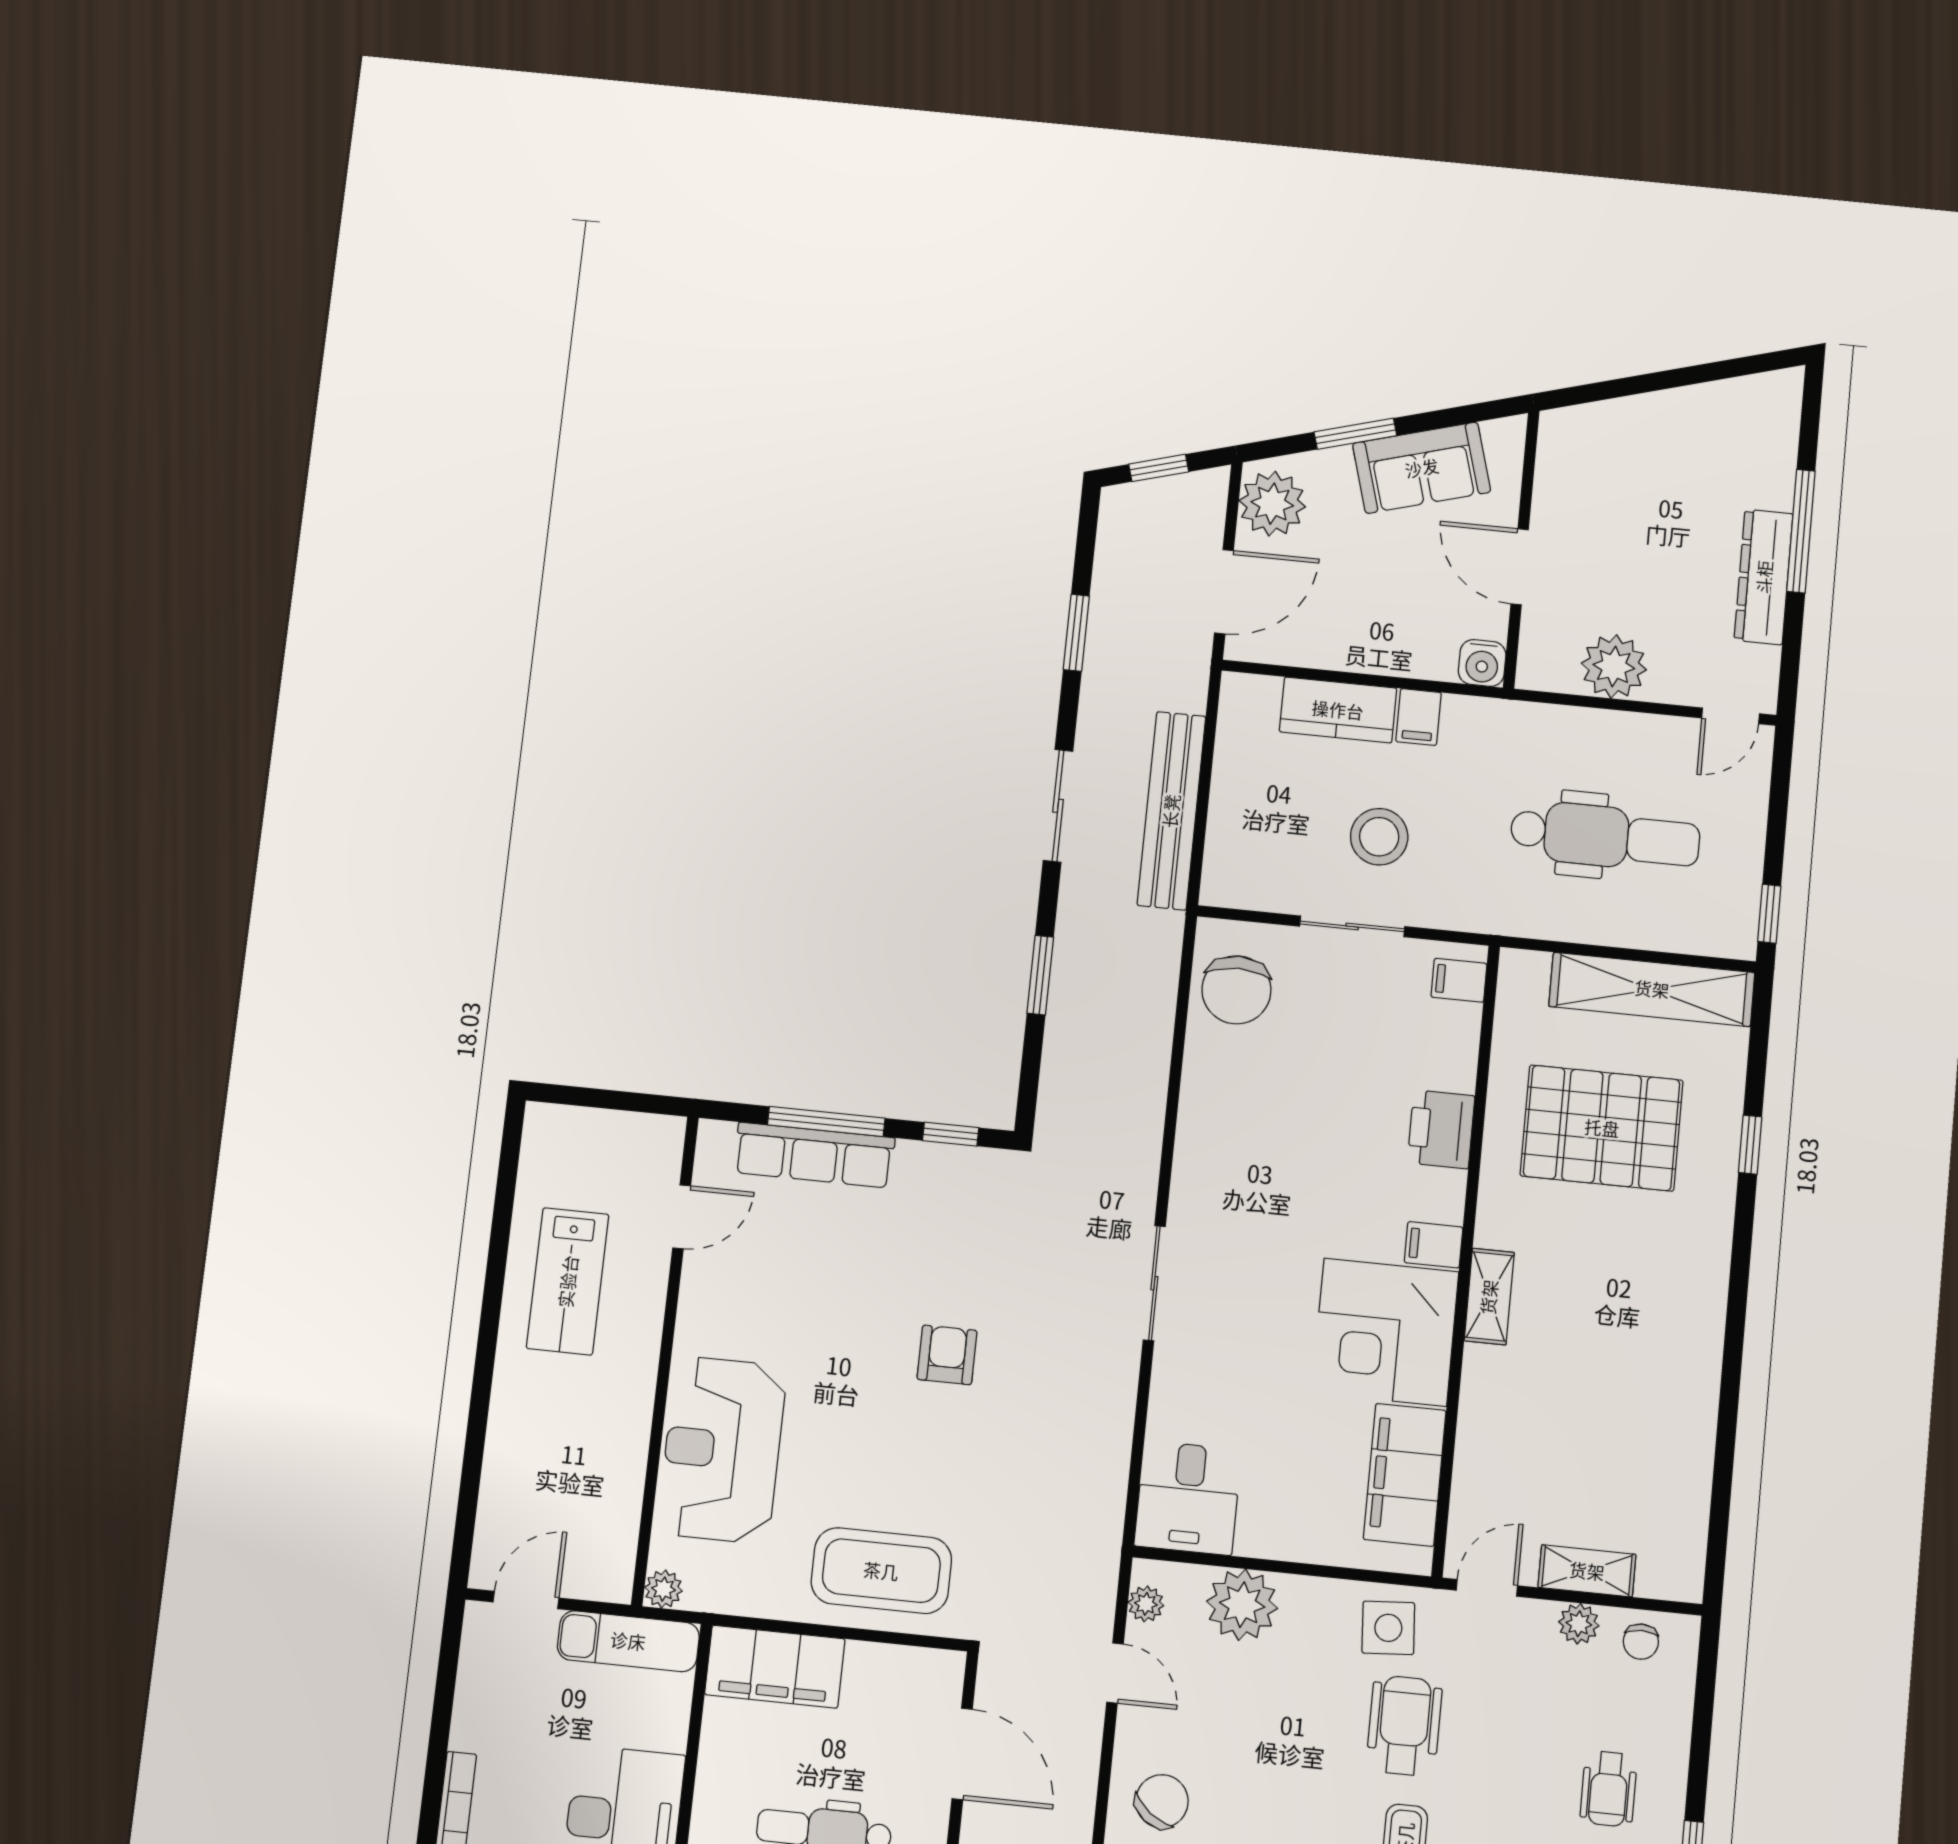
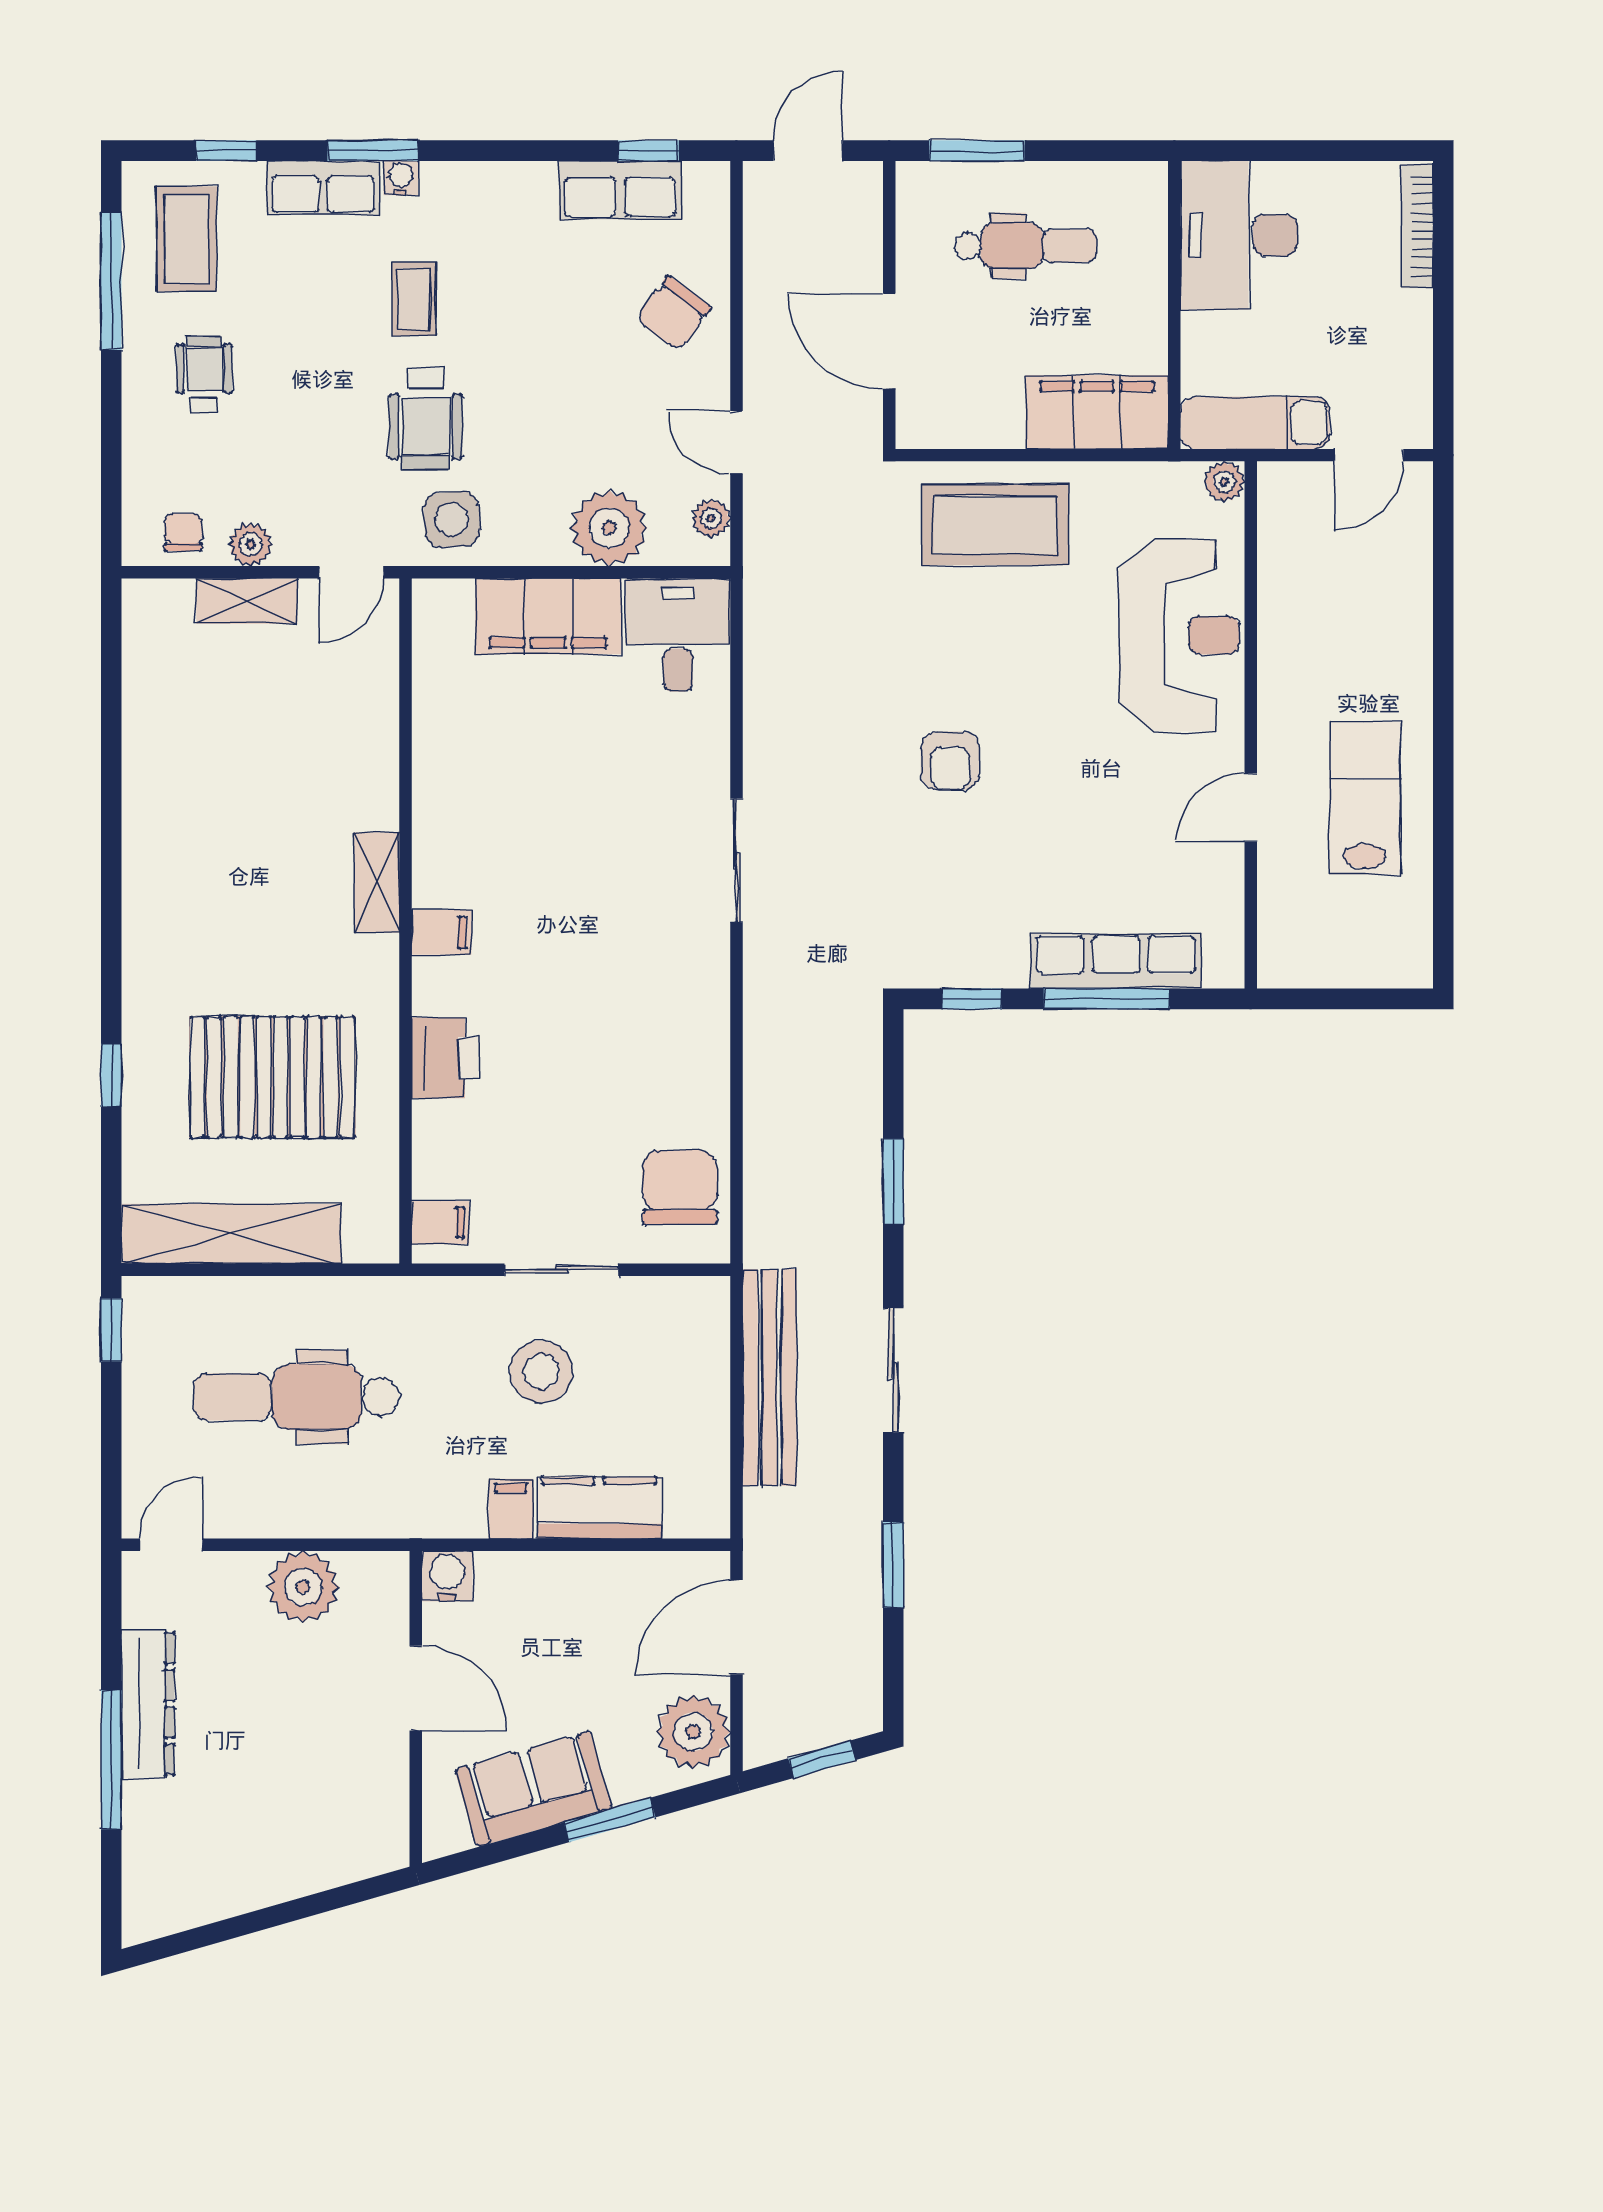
door: (682, 1217) -> (1251, 807), moved
corner desk: (1385, 1332) -> (484, 833), removed
filing cabinet: (1405, 1475) -> (548, 616), moved, turned 90

